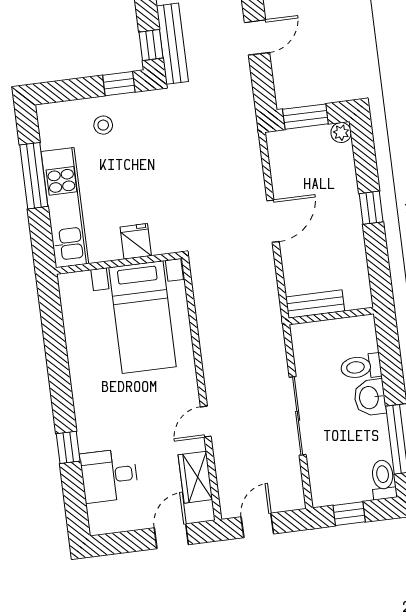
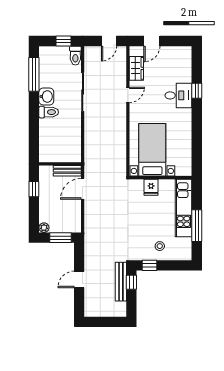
bench: (315, 304) -> (67, 171), moved
wall: (331, 316) -> (60, 164), moved
desk: (109, 476) -> (178, 95), moved
toilet: (383, 480) -> (75, 56), moved

